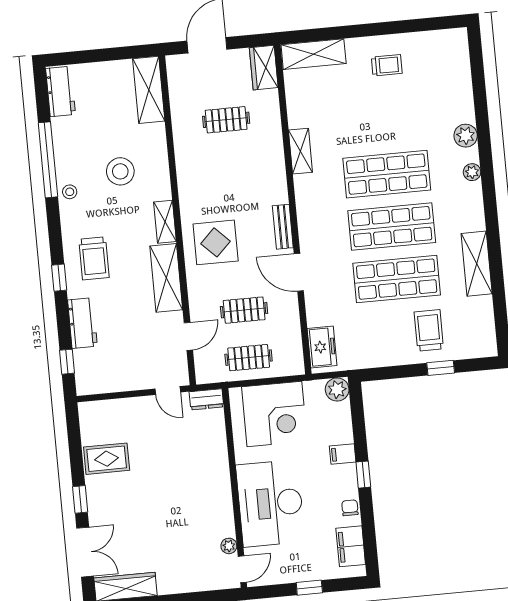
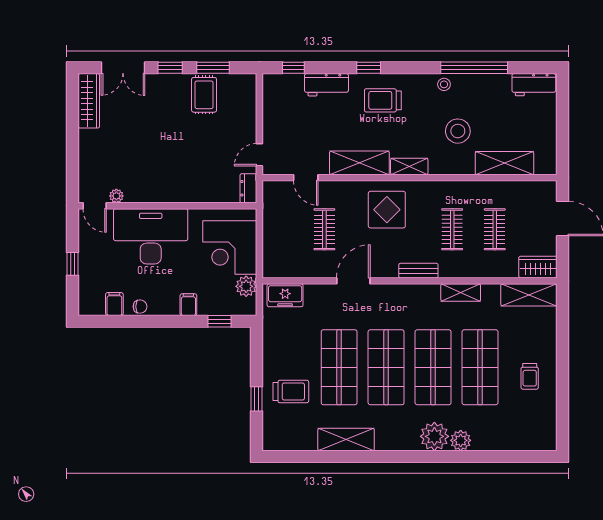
shelving: (314, 54) -> (529, 295), moved, turned 90
shelving: (149, 90) -> (504, 163), moved
shop shelf: (382, 122) -> (480, 367), added
plant: (472, 172) -> (434, 436), width x1.88, depth x1.88
bench: (283, 227) -> (418, 271), moved
clothes rail: (249, 358) -> (452, 229), moved
plant: (337, 389) -> (246, 286), moved
window: (76, 451) -> (213, 68), added
window: (363, 475) -> (220, 321), moved
filing cabinet: (351, 546) -> (114, 304), width x0.50

